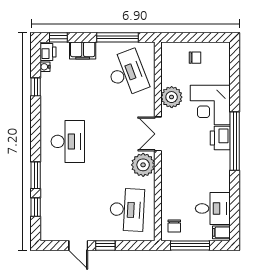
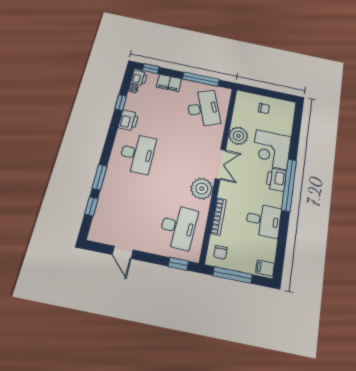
printer: (49, 106) -> (128, 120), added
double door: (158, 134) -> (220, 164), swing flipped
bookcase: (166, 190) -> (218, 216), added
desk: (213, 208) -> (263, 220), moved
window: (105, 245) -> (178, 264), moved

